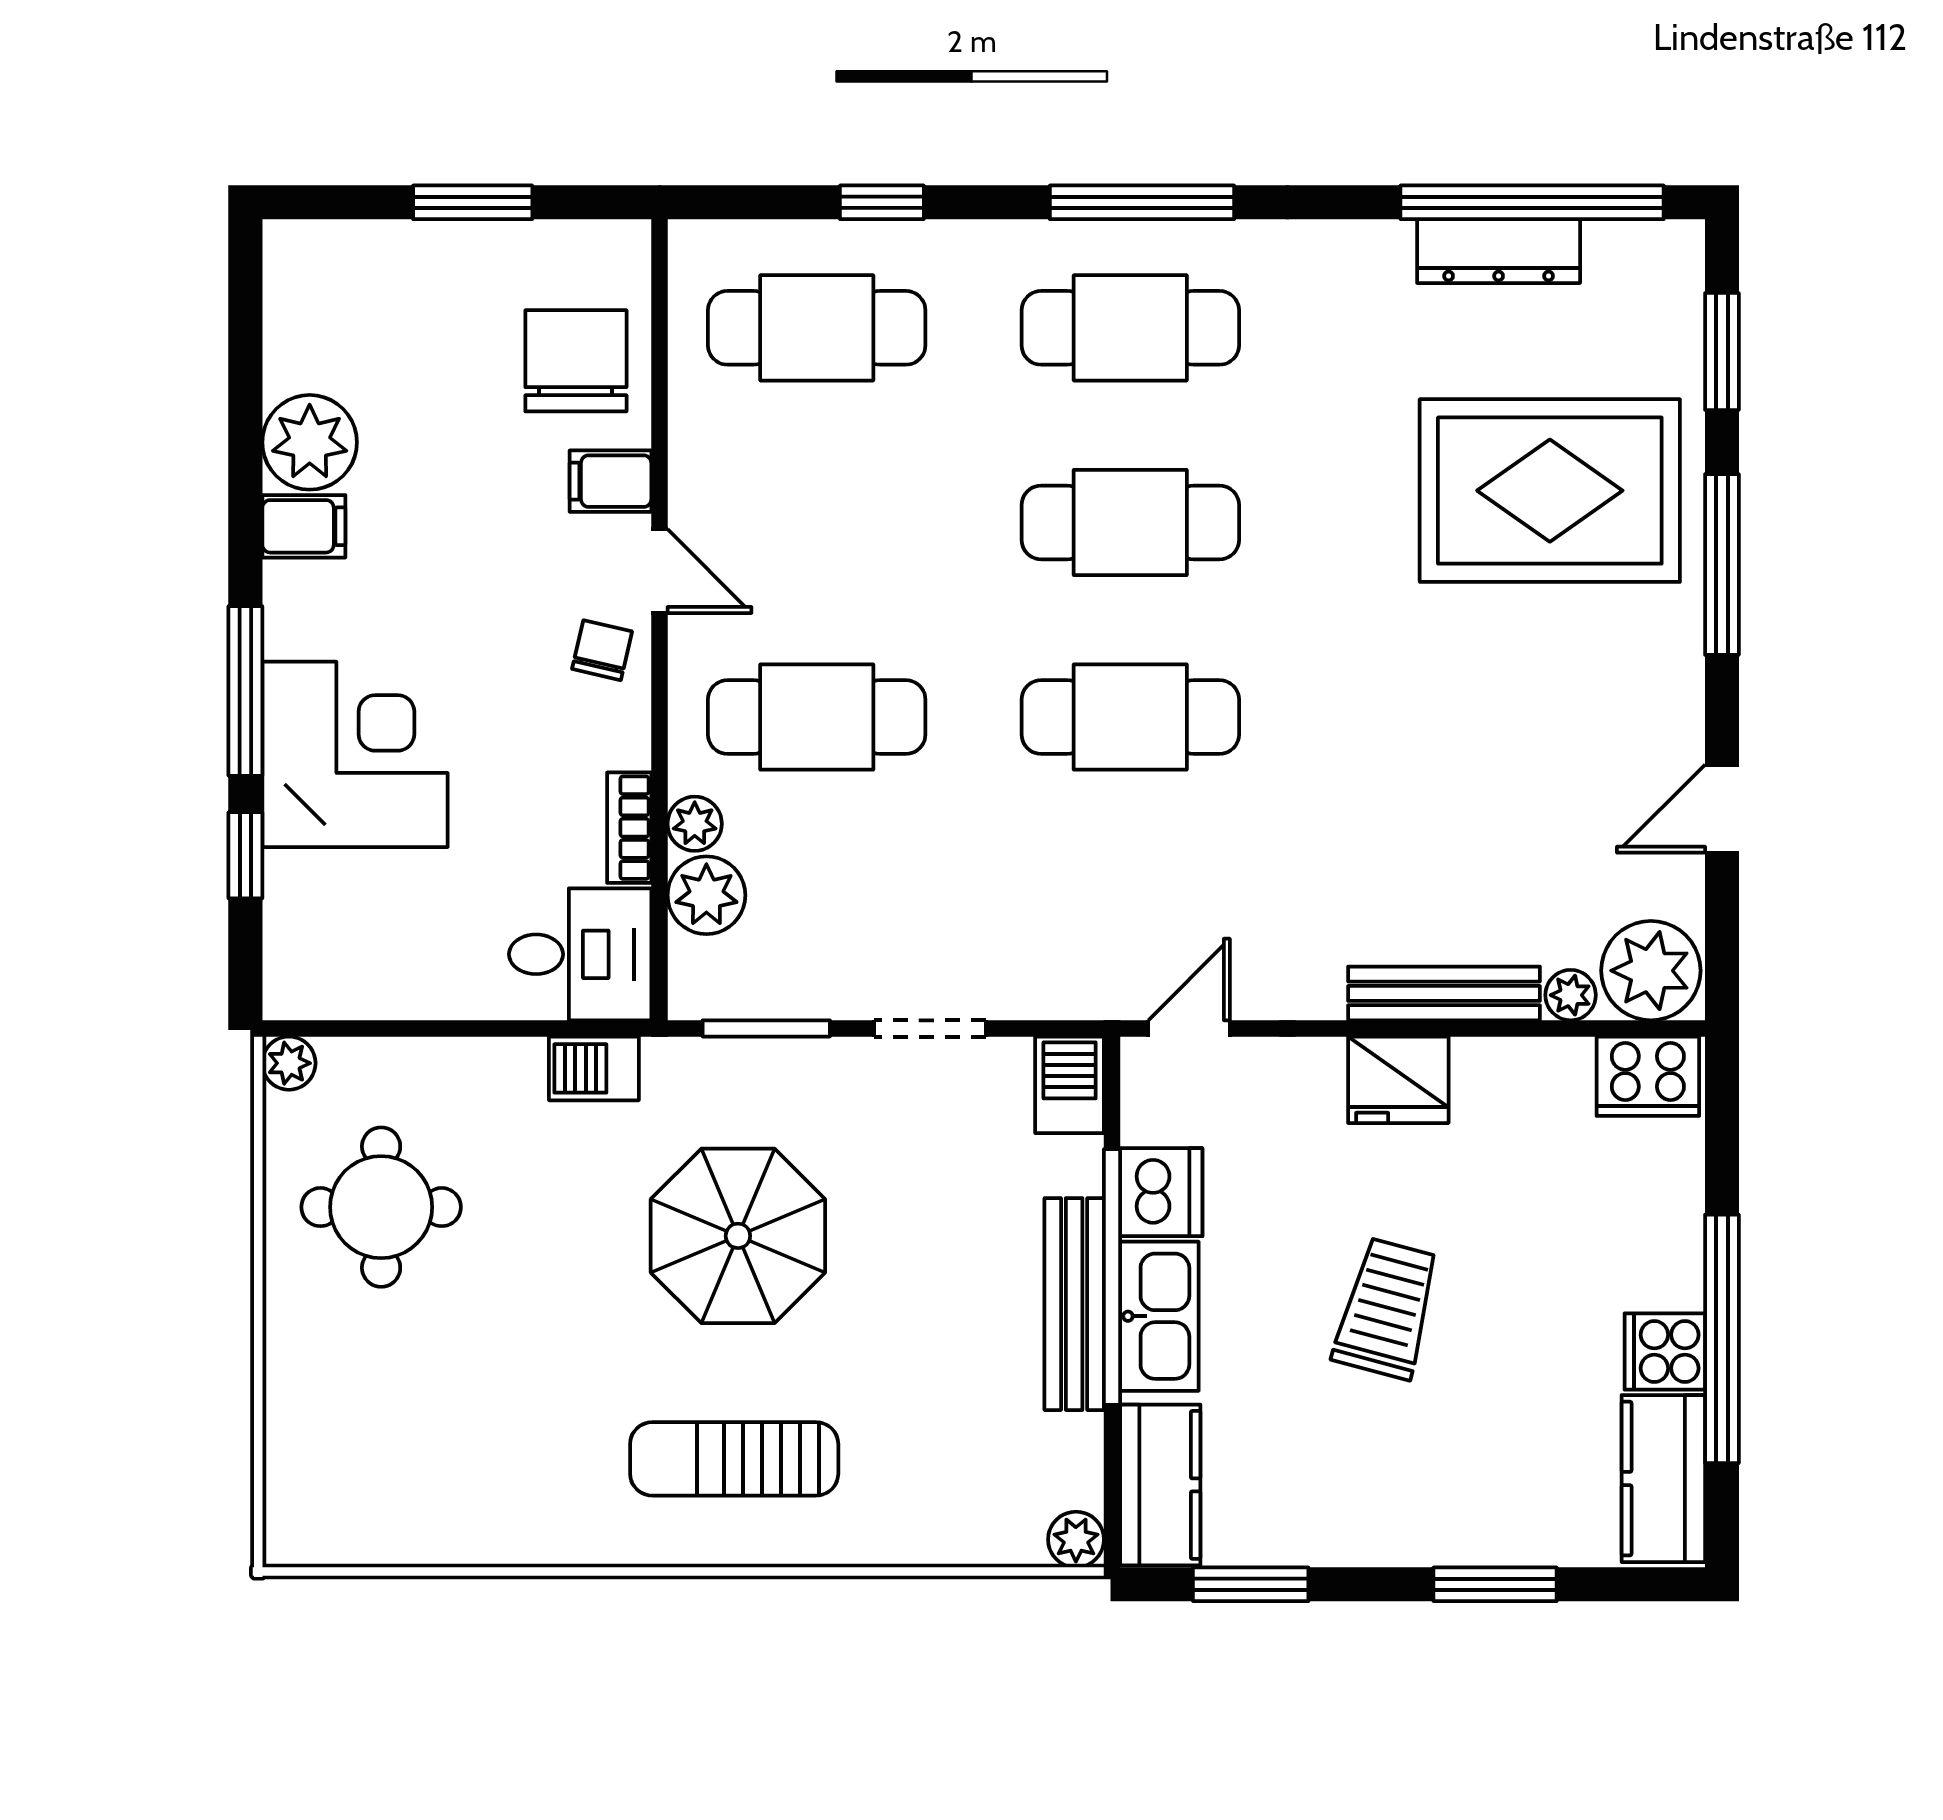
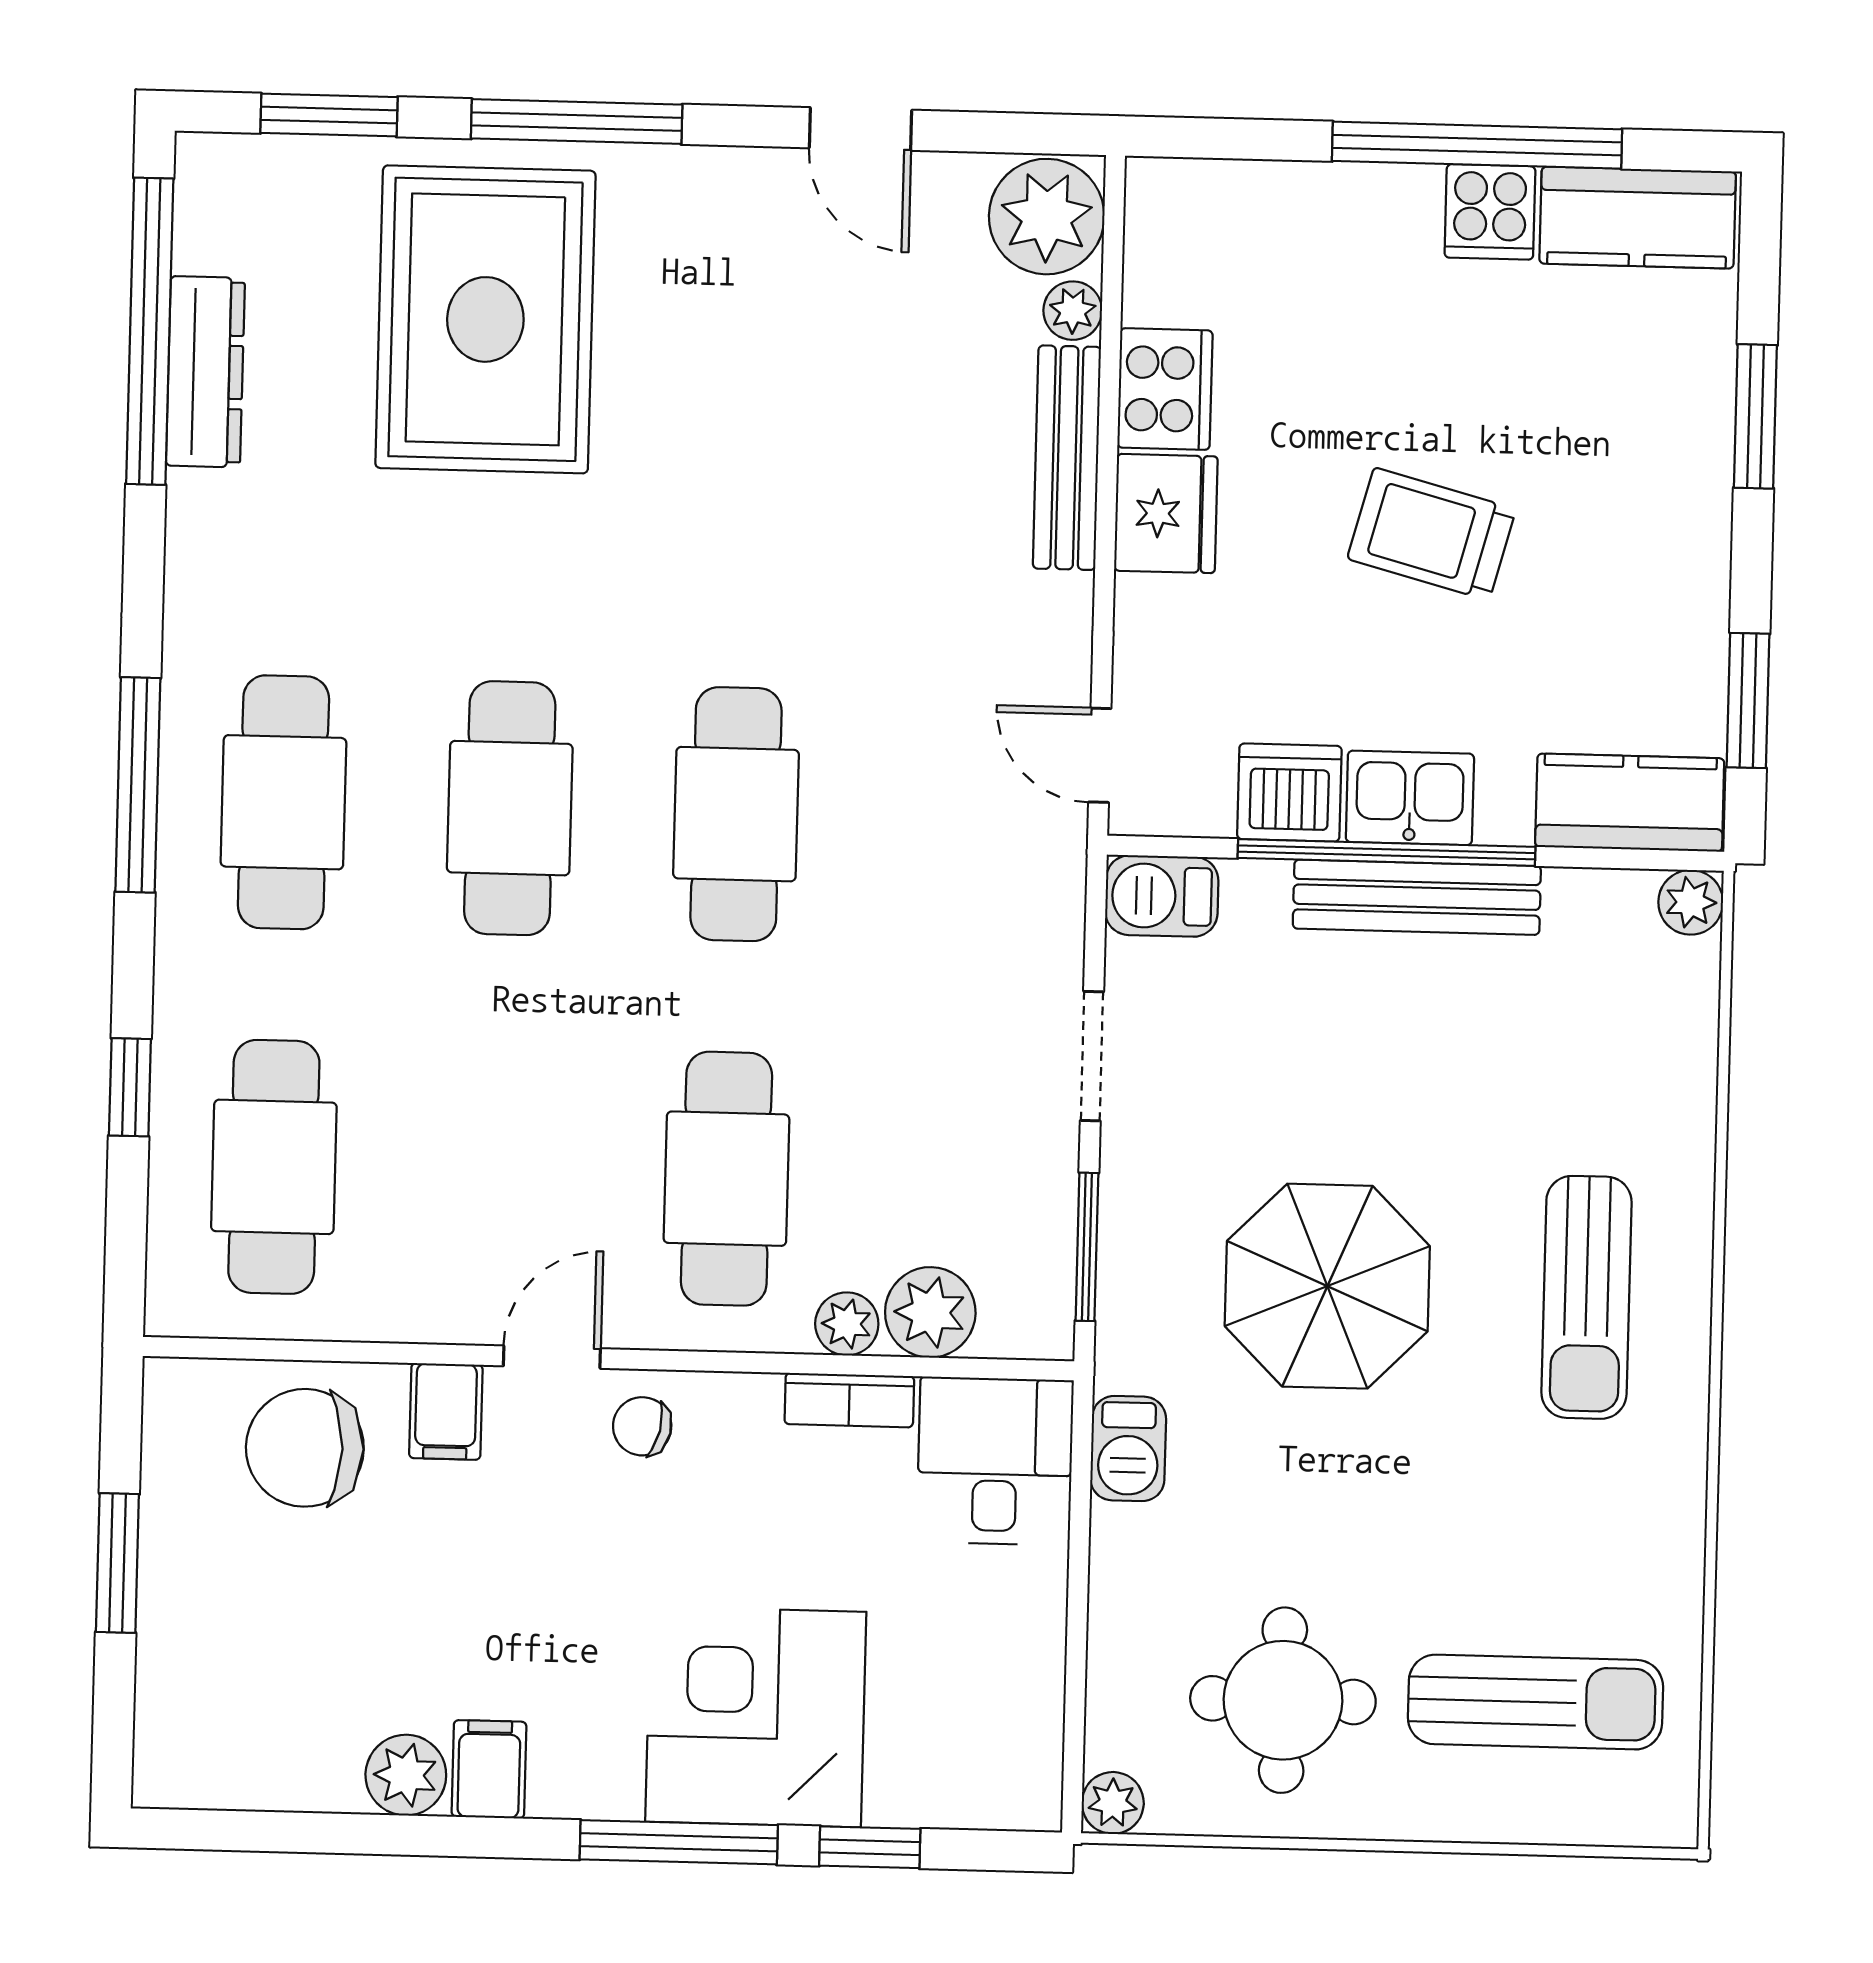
plant: (310, 442) -> (406, 1775), width x0.73, depth x0.73
cooker: (1648, 1076) -> (1165, 389), moved
kitchen sink: (1159, 1316) -> (1410, 798), width x0.73
sun lounger: (385, 1424) -> (1535, 1702), added

